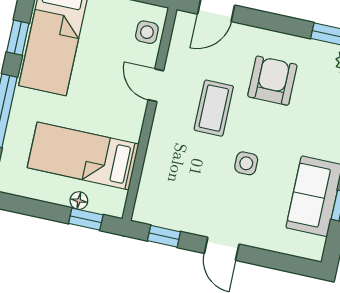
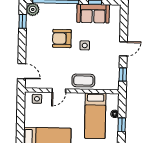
armchair: (272, 81) -> (62, 38), moved
coffee table: (214, 108) -> (83, 80), moved
window: (86, 219) -> (122, 125), moved

